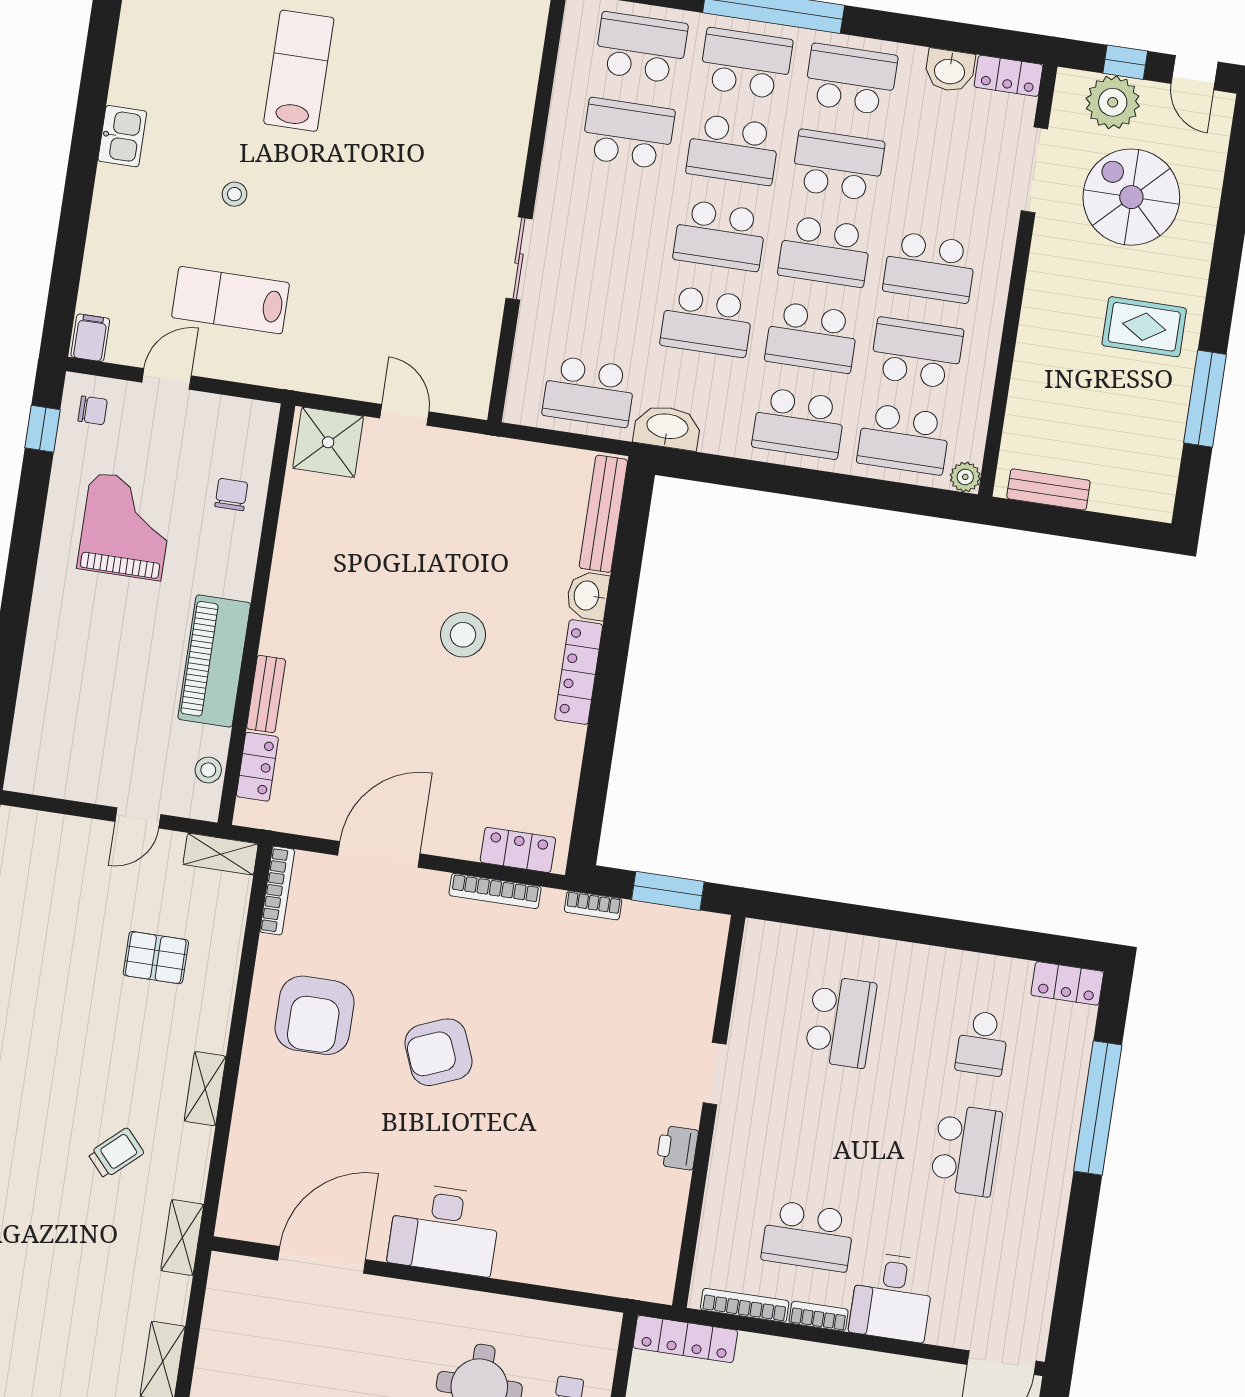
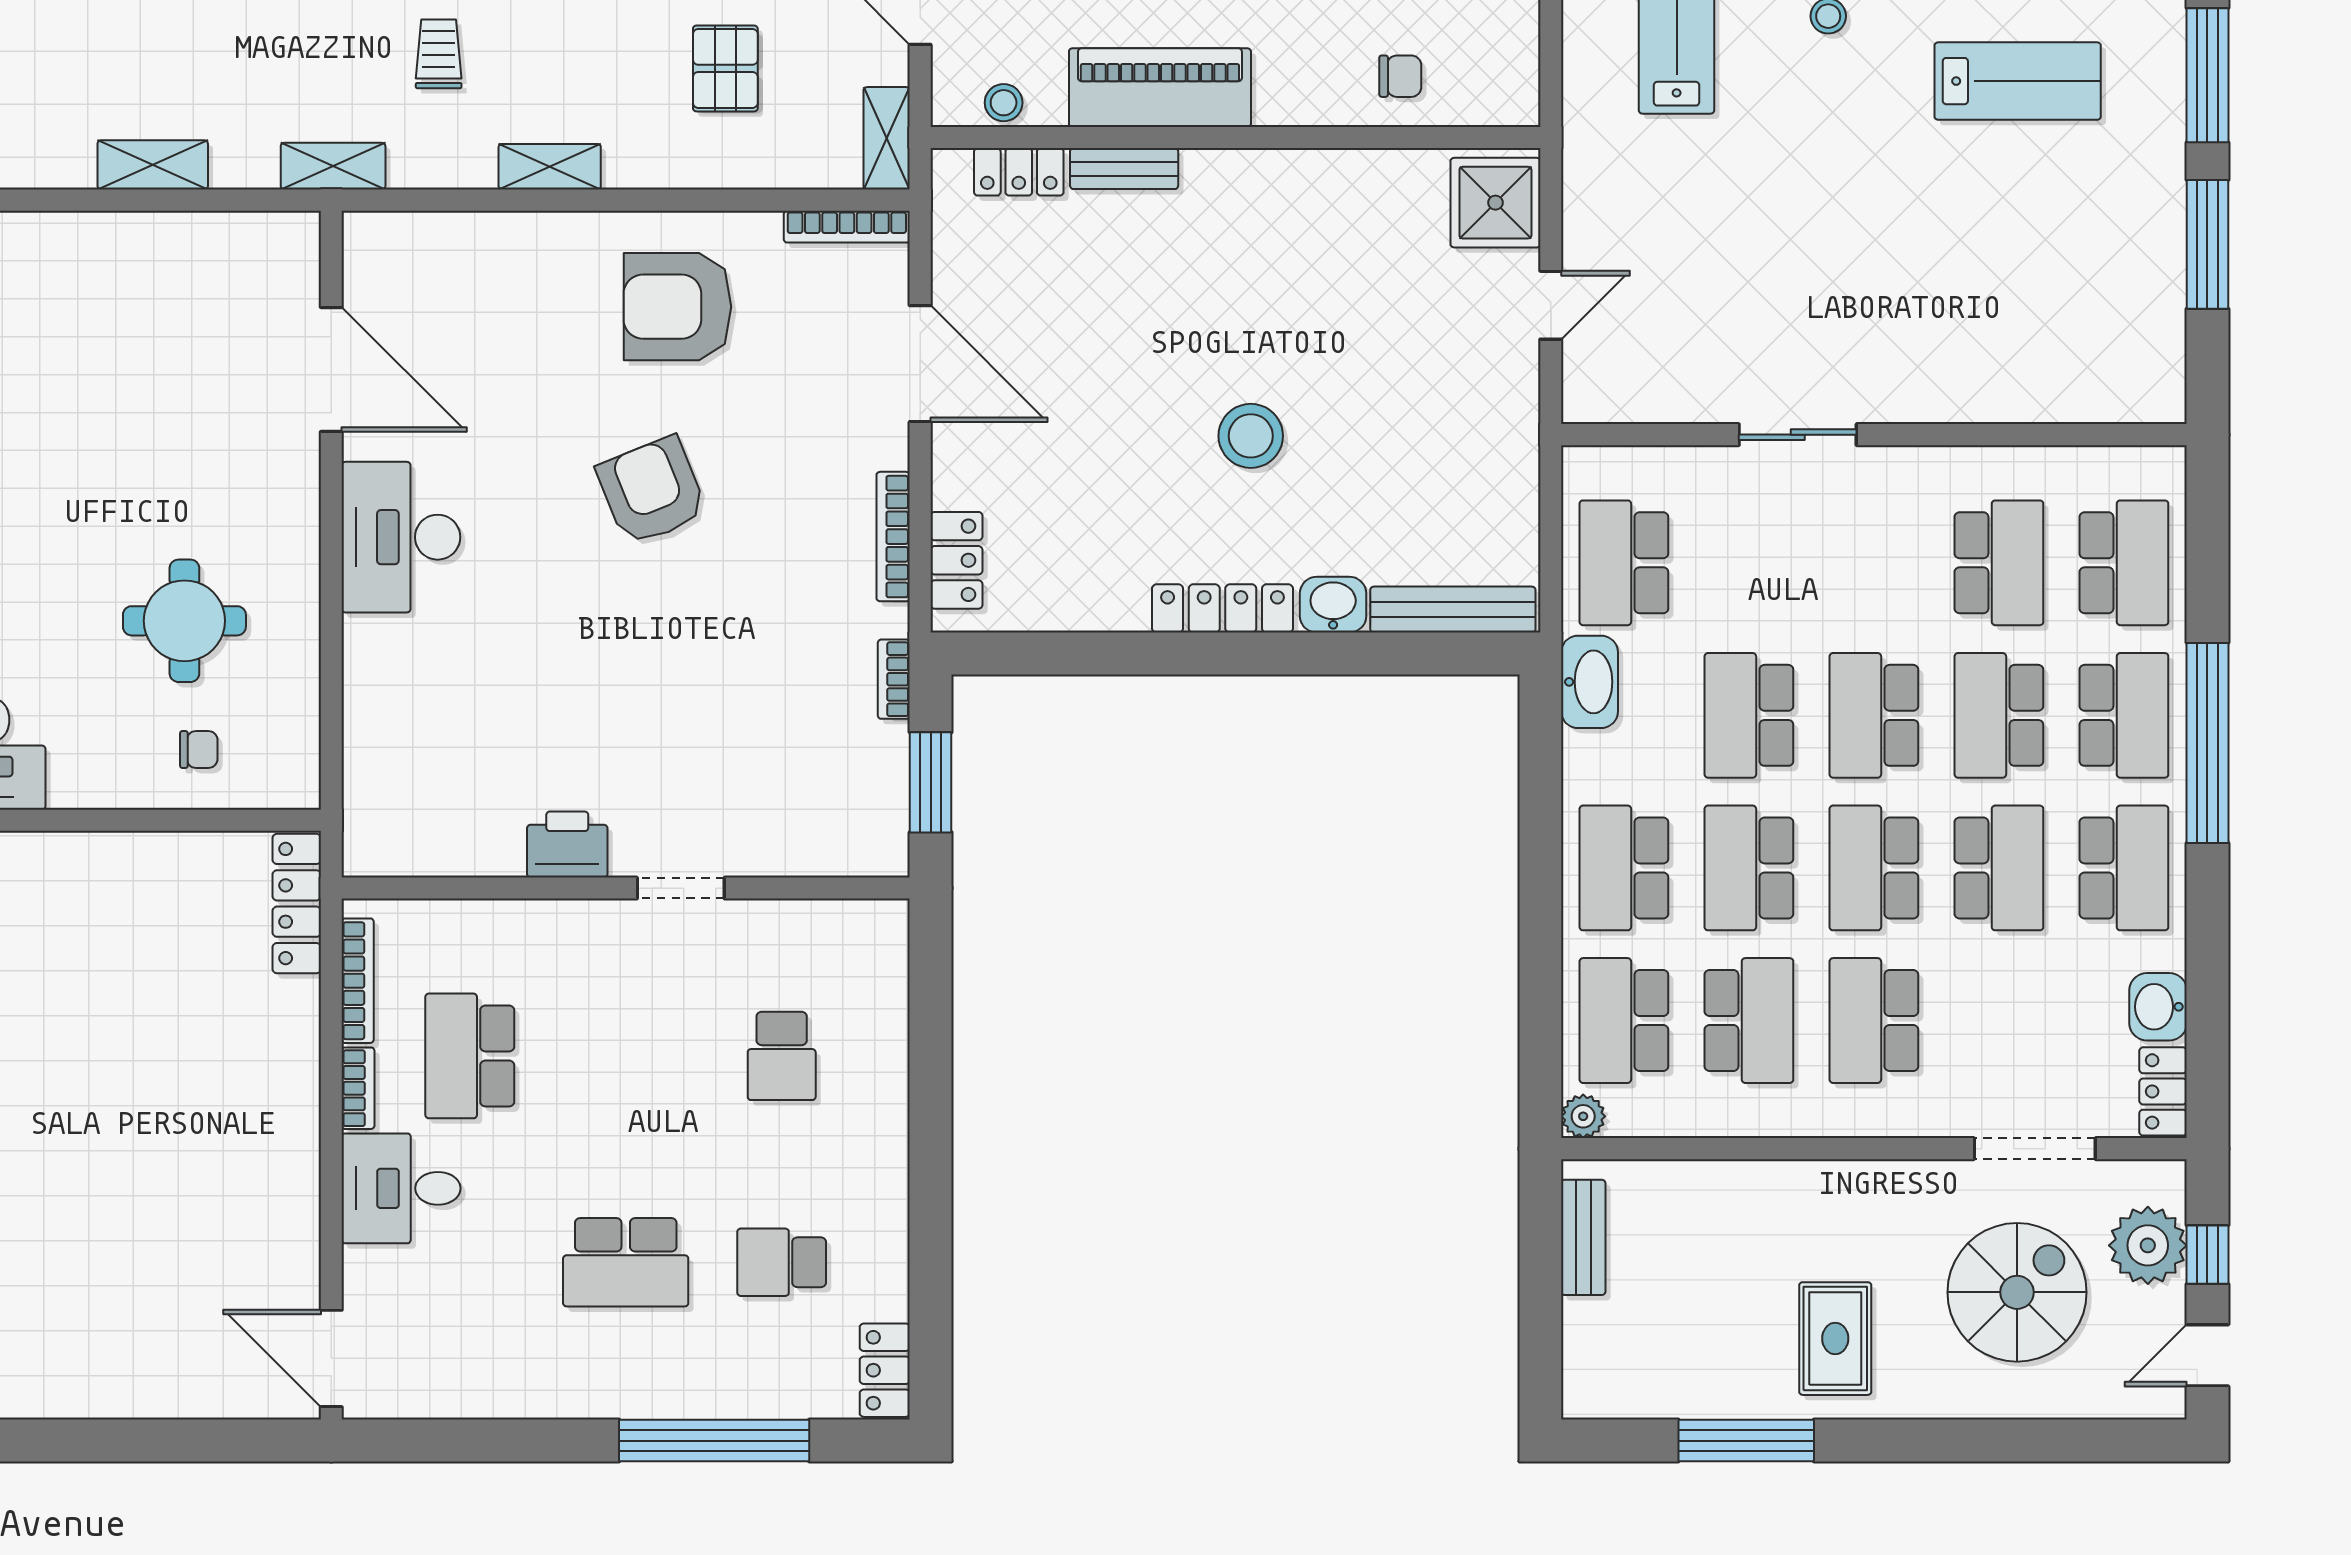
school desk: (840, 1022) -> (782, 1056), width x0.54
printer: (677, 1148) -> (567, 844), width x1.36, depth x1.24
trolley: (116, 1153) -> (439, 54), turned -138

